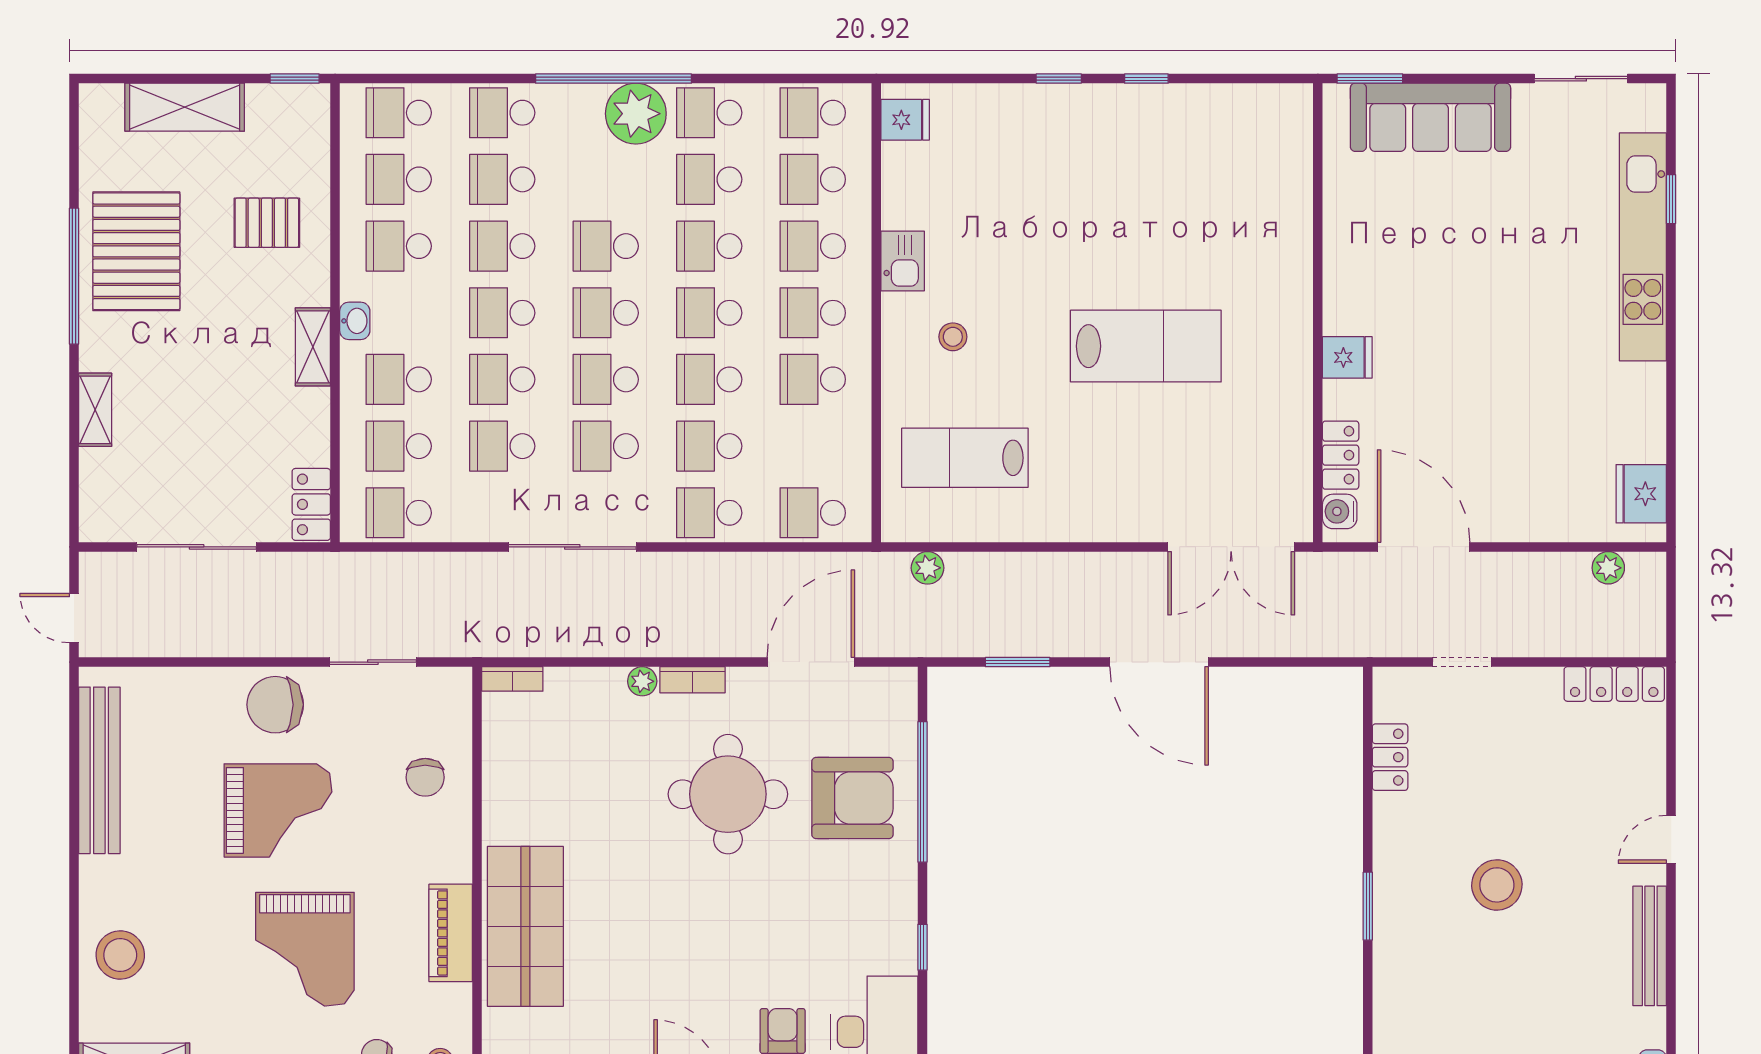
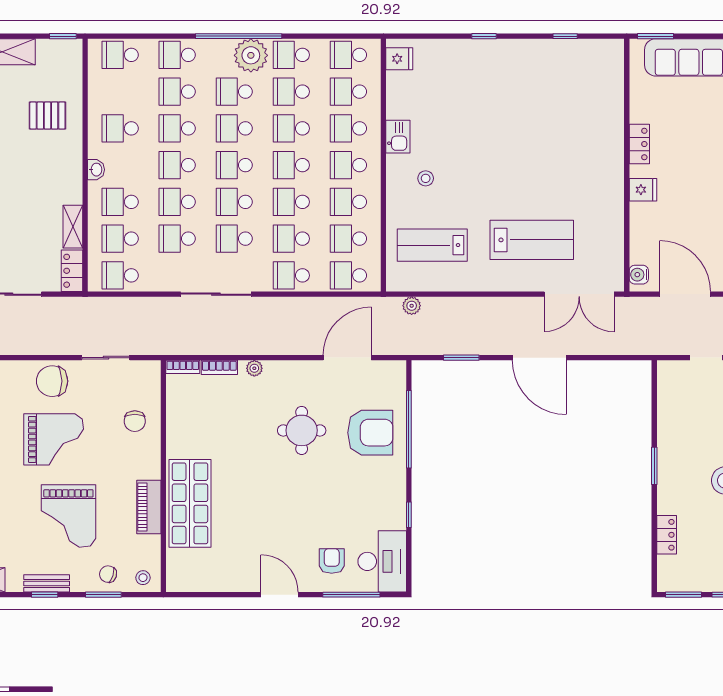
window: (1146, 79) -> (565, 36), moved
school desk: (399, 179) -> (234, 92), moved
lab bench: (1146, 346) -> (532, 240), moved
shelving: (313, 347) -> (73, 227), moved
school desk: (813, 446) -> (348, 239), added
locker: (1341, 455) -> (639, 144), moved
bookcase: (693, 680) -> (219, 367), moved
locker: (1390, 757) -> (667, 535), moved
round table: (728, 794) -> (302, 430), width x0.73, depth x0.73
window: (1368, 906) -> (654, 466), moved

